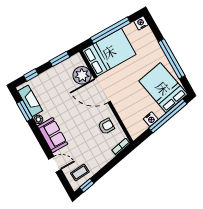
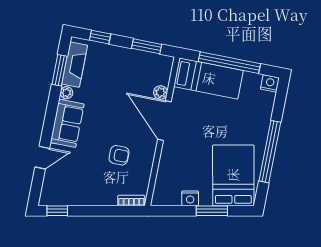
bed: (109, 52) -> (209, 78), width x0.67
plant: (82, 75) -> (160, 92), width x0.53, depth x0.53
window: (168, 116) -> (212, 211), width x0.47
armchair: (106, 126) -> (119, 155), moved
door: (55, 164) -> (42, 158), hinge flipped
coffee table: (80, 173) -> (62, 190), removed

